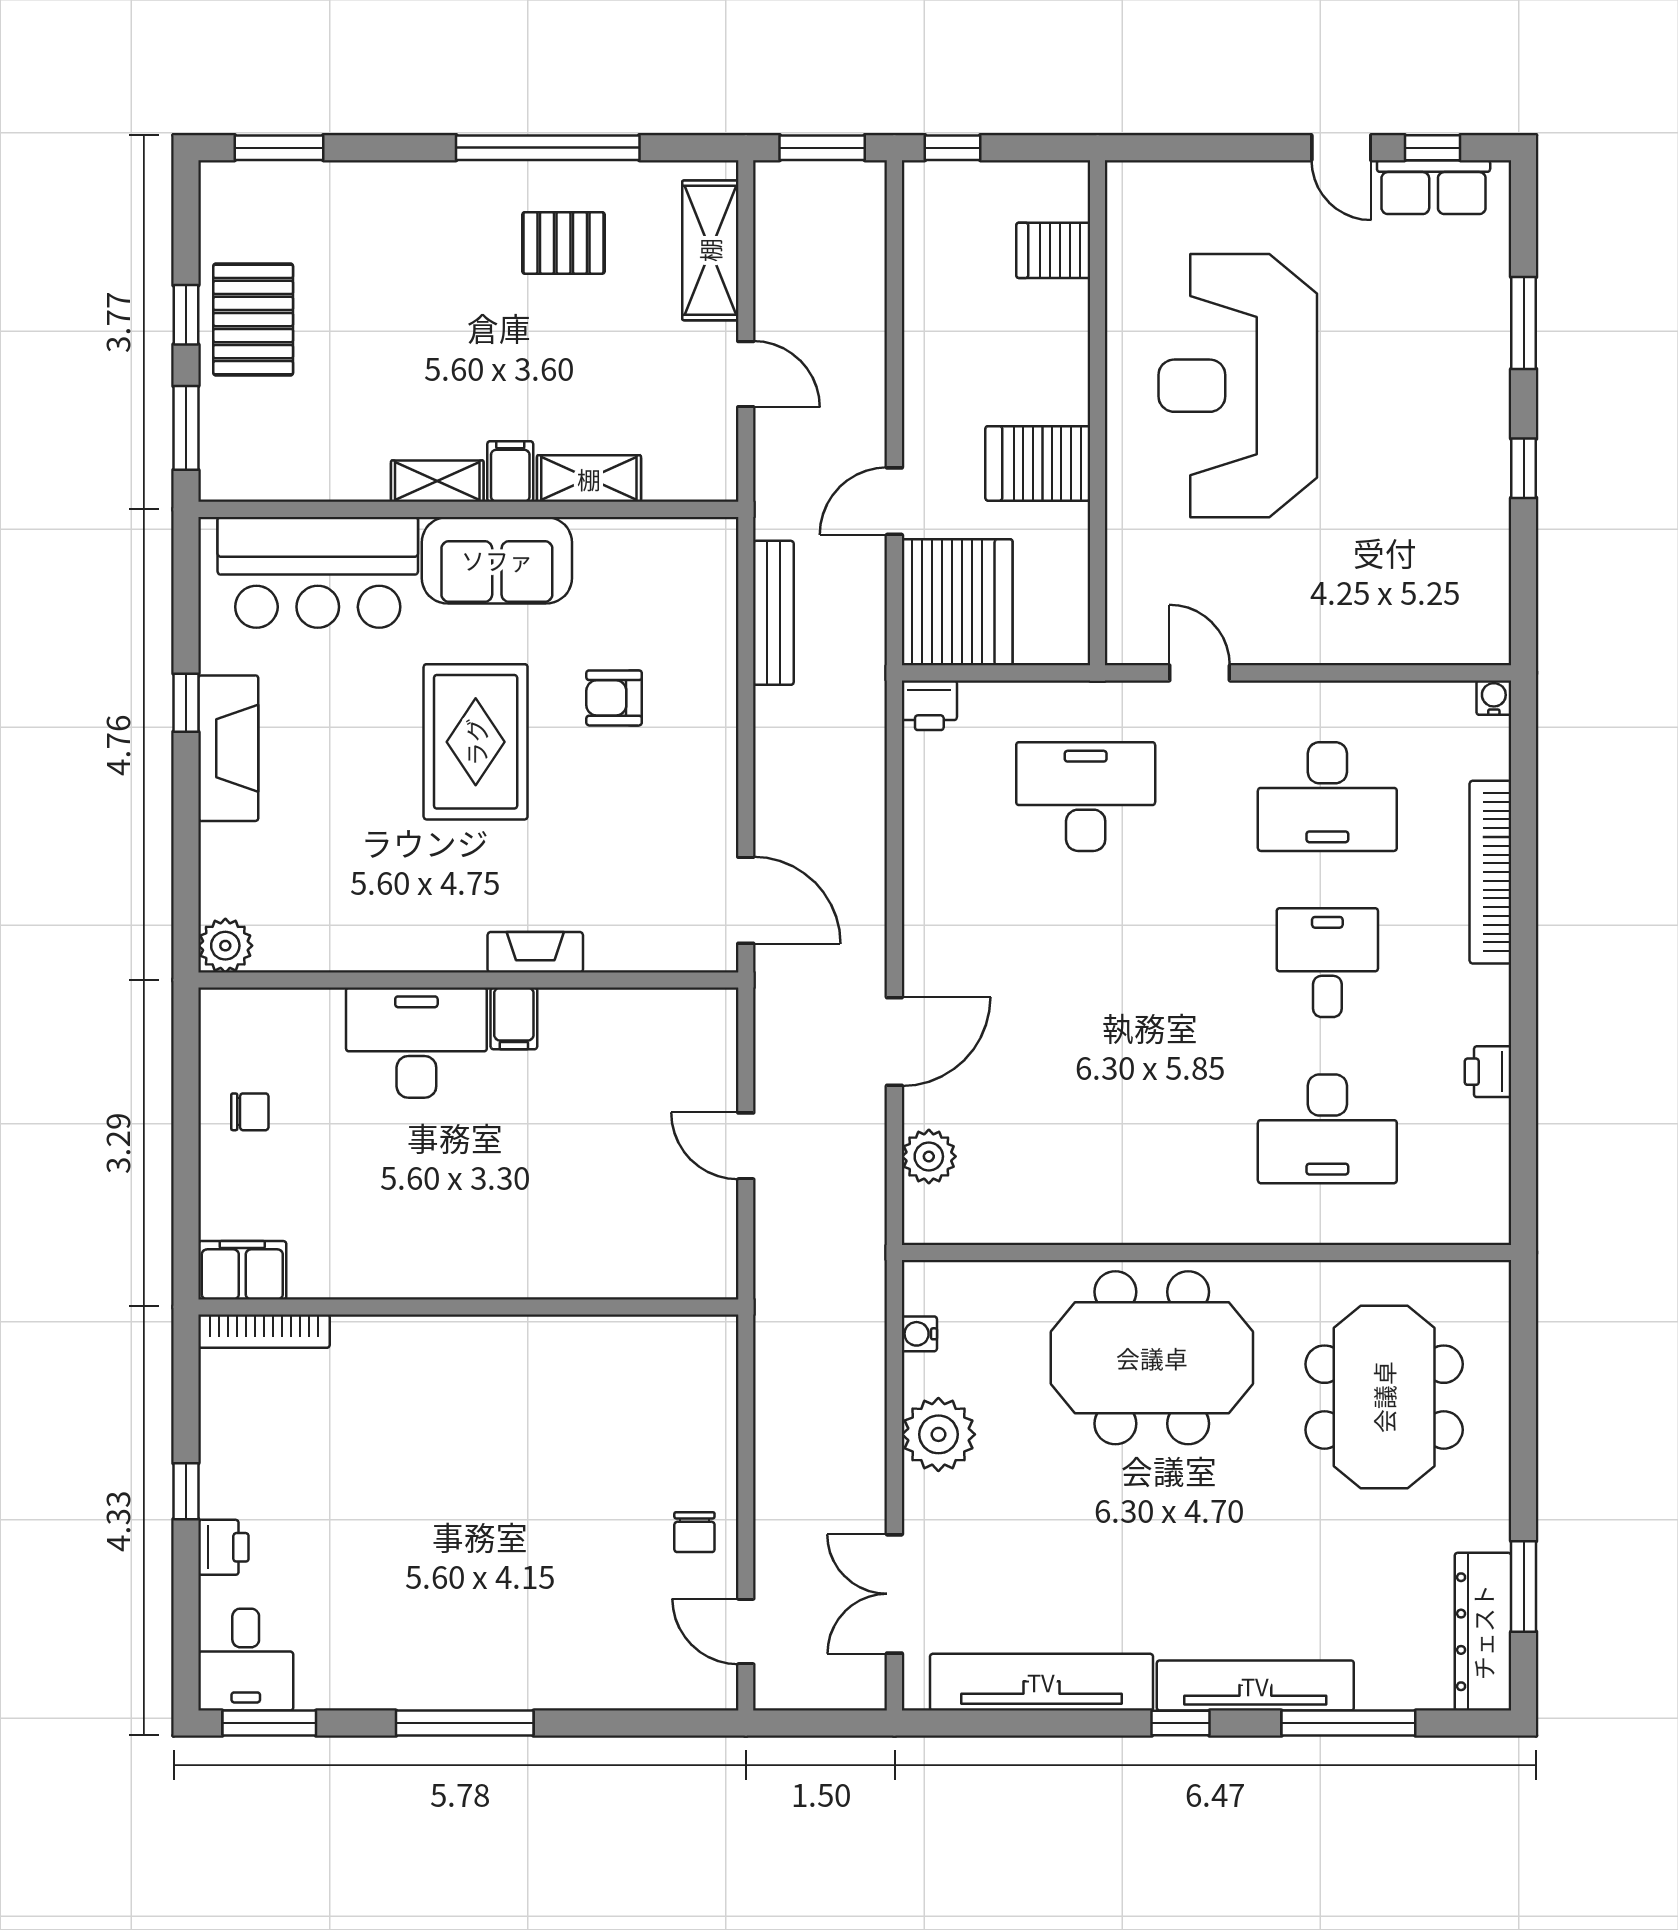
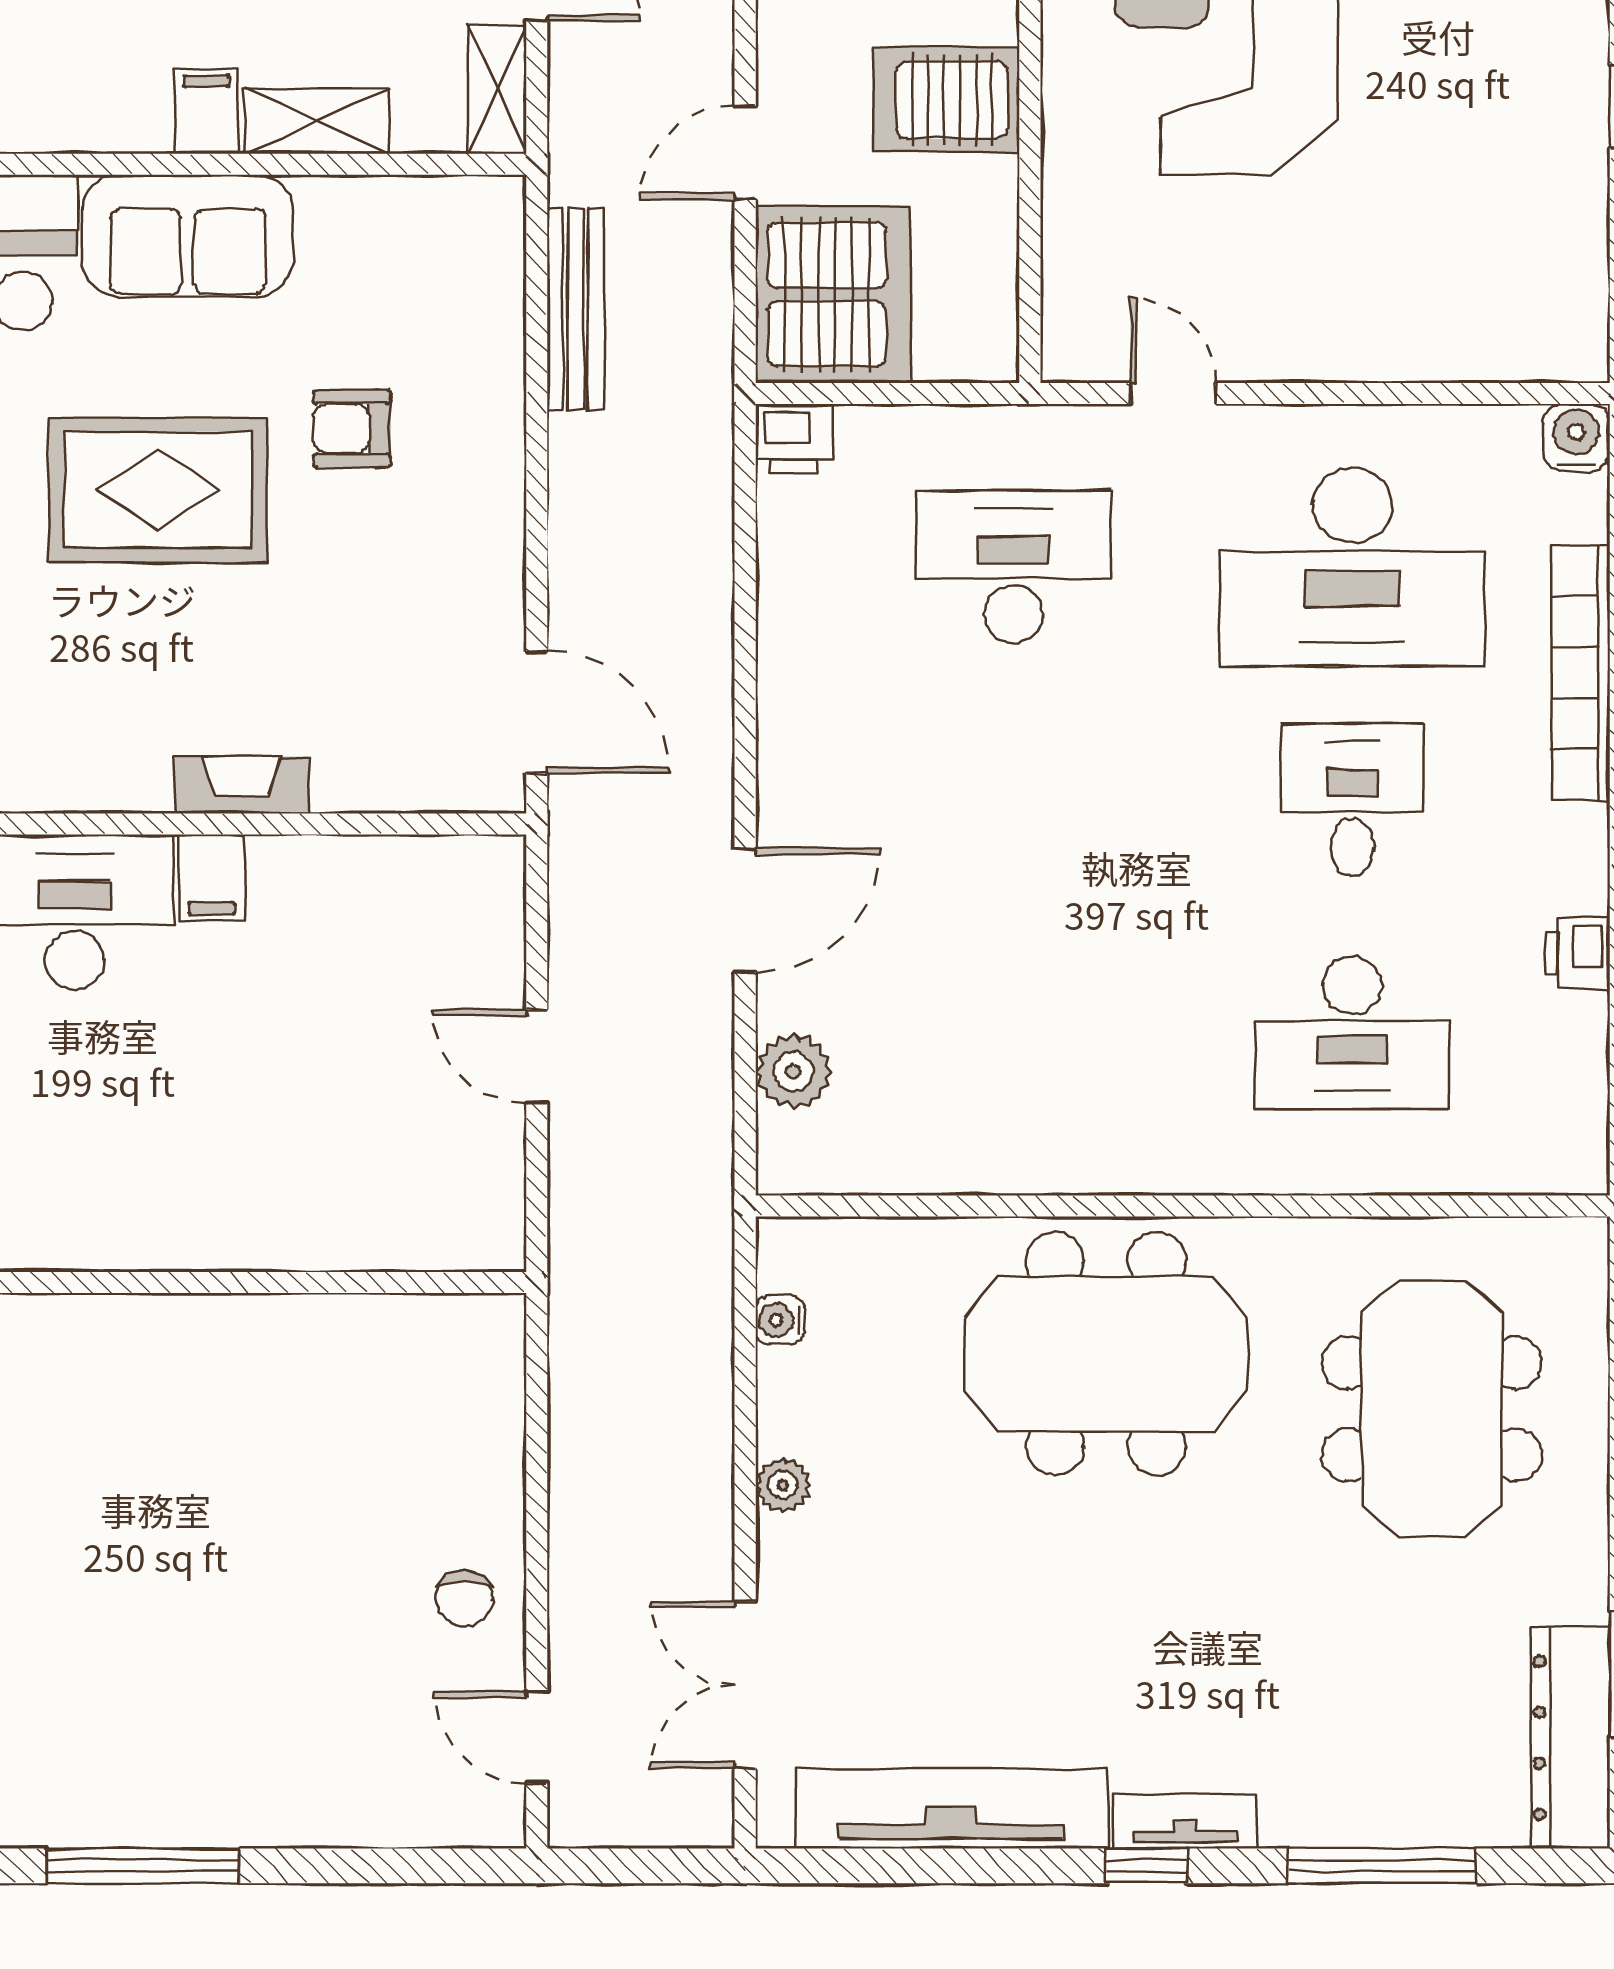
shelving: (437, 481) -> (497, 89), moved, turned 90
water cooler: (1494, 698) -> (1576, 437), width x1.38, depth x1.38
rug: (476, 742) -> (158, 490), turned 90
desk: (1327, 797) -> (1352, 567), width x1.36, depth x1.30
plant: (938, 1434) -> (783, 1485), width x0.53, depth x0.53
tv unit: (1255, 1686) -> (1185, 1821), width x0.52, depth x0.78

